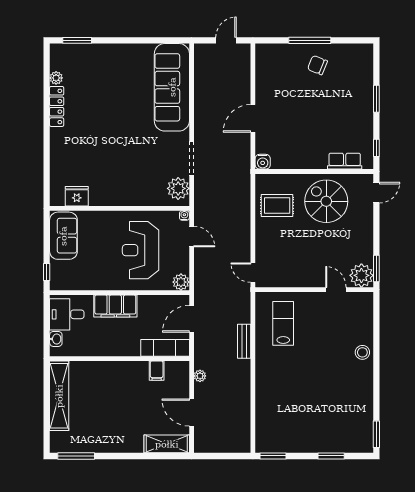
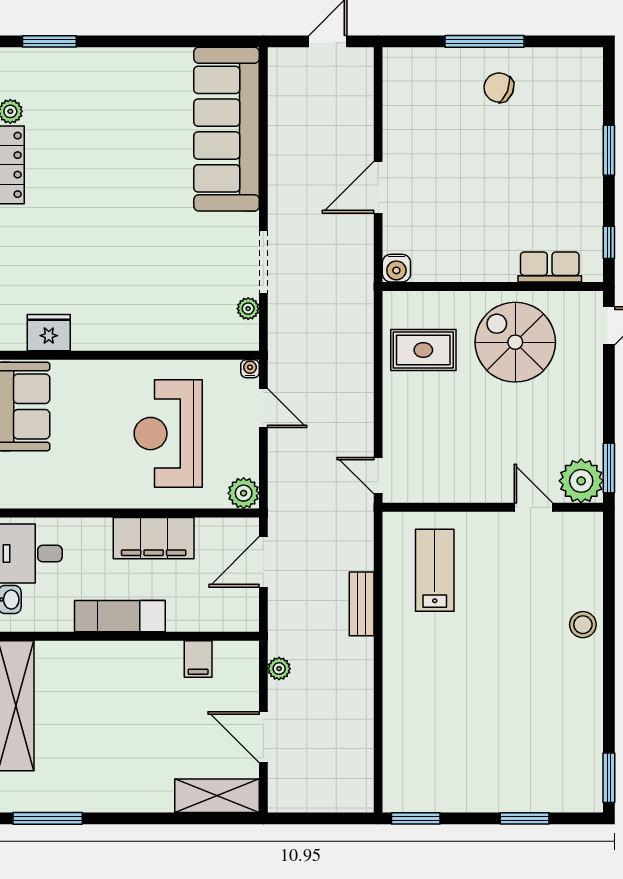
plant: (178, 188) -> (248, 309), width x0.53, depth x0.53
filing cabinet: (115, 306) -> (154, 538), moved
exam couch: (165, 348) -> (120, 616), moved

